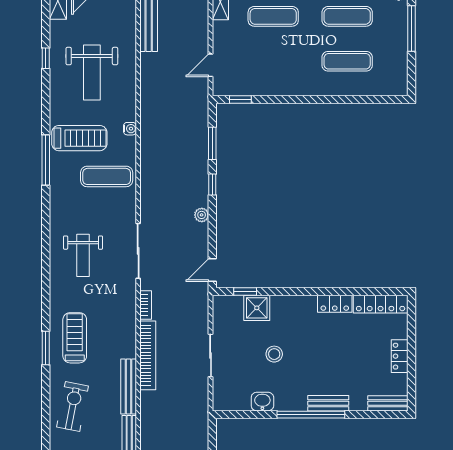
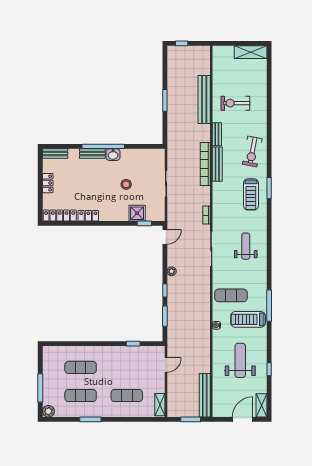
window: (240, 99) -> (133, 344), moved
bookcase: (148, 355) -> (205, 164), moved
washbasin: (262, 402) -> (113, 155), moved

